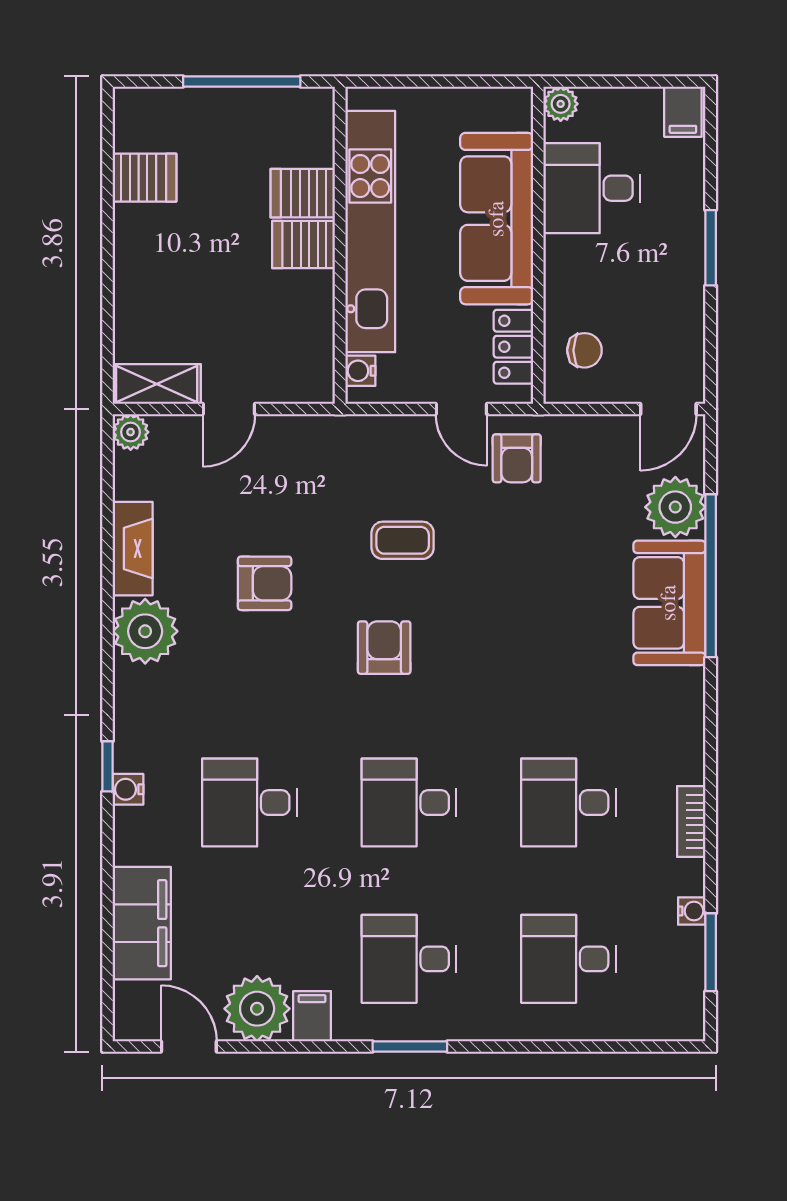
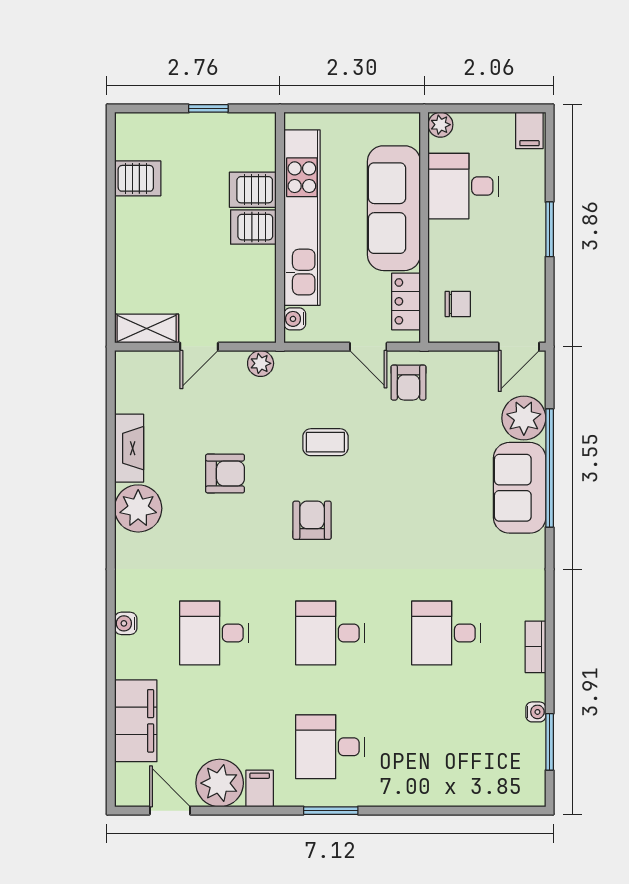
window: (242, 82) -> (208, 108), width x0.46
plant: (131, 432) -> (261, 363), moved
window: (107, 766) -> (111, 607), removed
desk: (569, 959) -> (446, 747), removed

